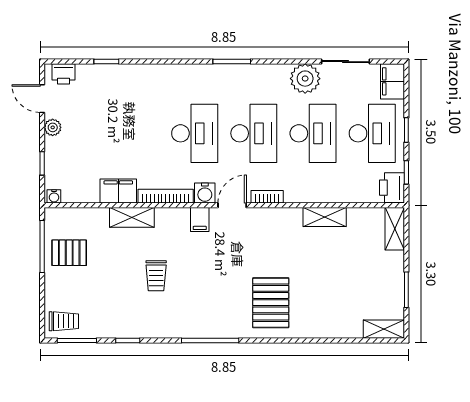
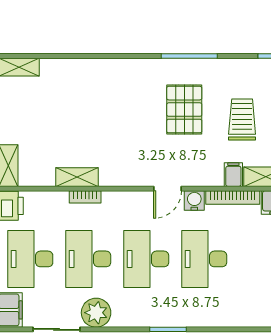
bookcase: (267, 197) -> (85, 197), moved
filing cabinet: (200, 219) -> (233, 175), moved
trolley: (156, 276) -> (242, 120), width x1.36, depth x1.39
pallet: (271, 303) -> (184, 110), moved

